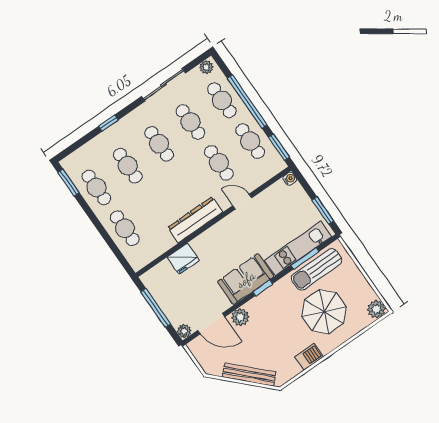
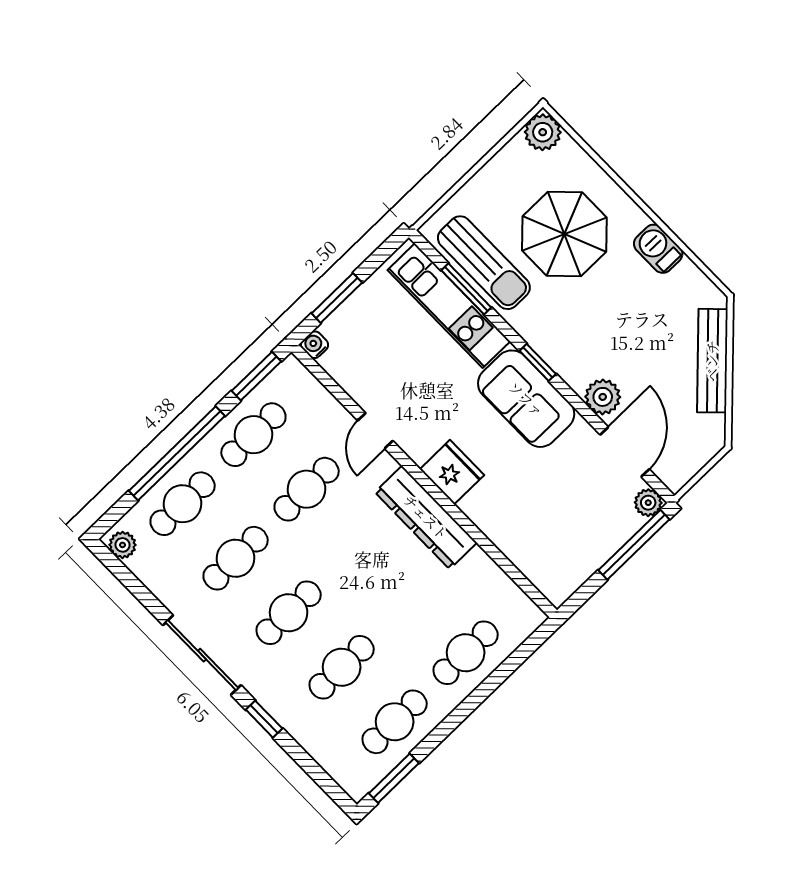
sliding door: (163, 85) -> (202, 655), moved
window: (323, 210) -> (337, 298), moved
fridge: (183, 259) -> (452, 472), moved
window: (156, 308) -> (634, 545), moved

